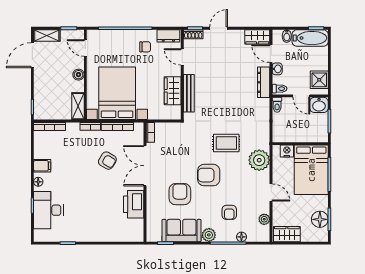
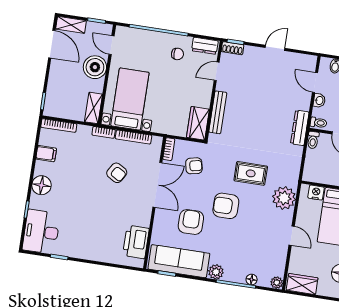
door: (219, 28) -> (275, 48), moved
wardrobe: (257, 37) -> (303, 62), removed
door: (32, 55) -> (52, 44), swing flipped
door: (182, 57) -> (217, 71), hinge flipped
boiler: (79, 75) -> (95, 67), width x1.86, depth x1.86
dresser: (264, 82) -> (300, 128), moved
wardrobe: (173, 91) -> (198, 123), moved
bed with nightstands: (117, 93) -> (130, 99), width x0.73
filing cabinet: (42, 166) -> (46, 154), moved
double door: (145, 166) -> (157, 185), swing flipped
floor lamp: (38, 182) -> (41, 185), width x1.89, depth x1.89
printer: (134, 204) -> (136, 242), moved
desk: (48, 210) -> (41, 232), moved
armchair: (229, 212) -> (194, 166), moved, turned -102
plant: (264, 219) -> (277, 283), moved
sofa: (182, 230) -> (179, 261), width x1.36

